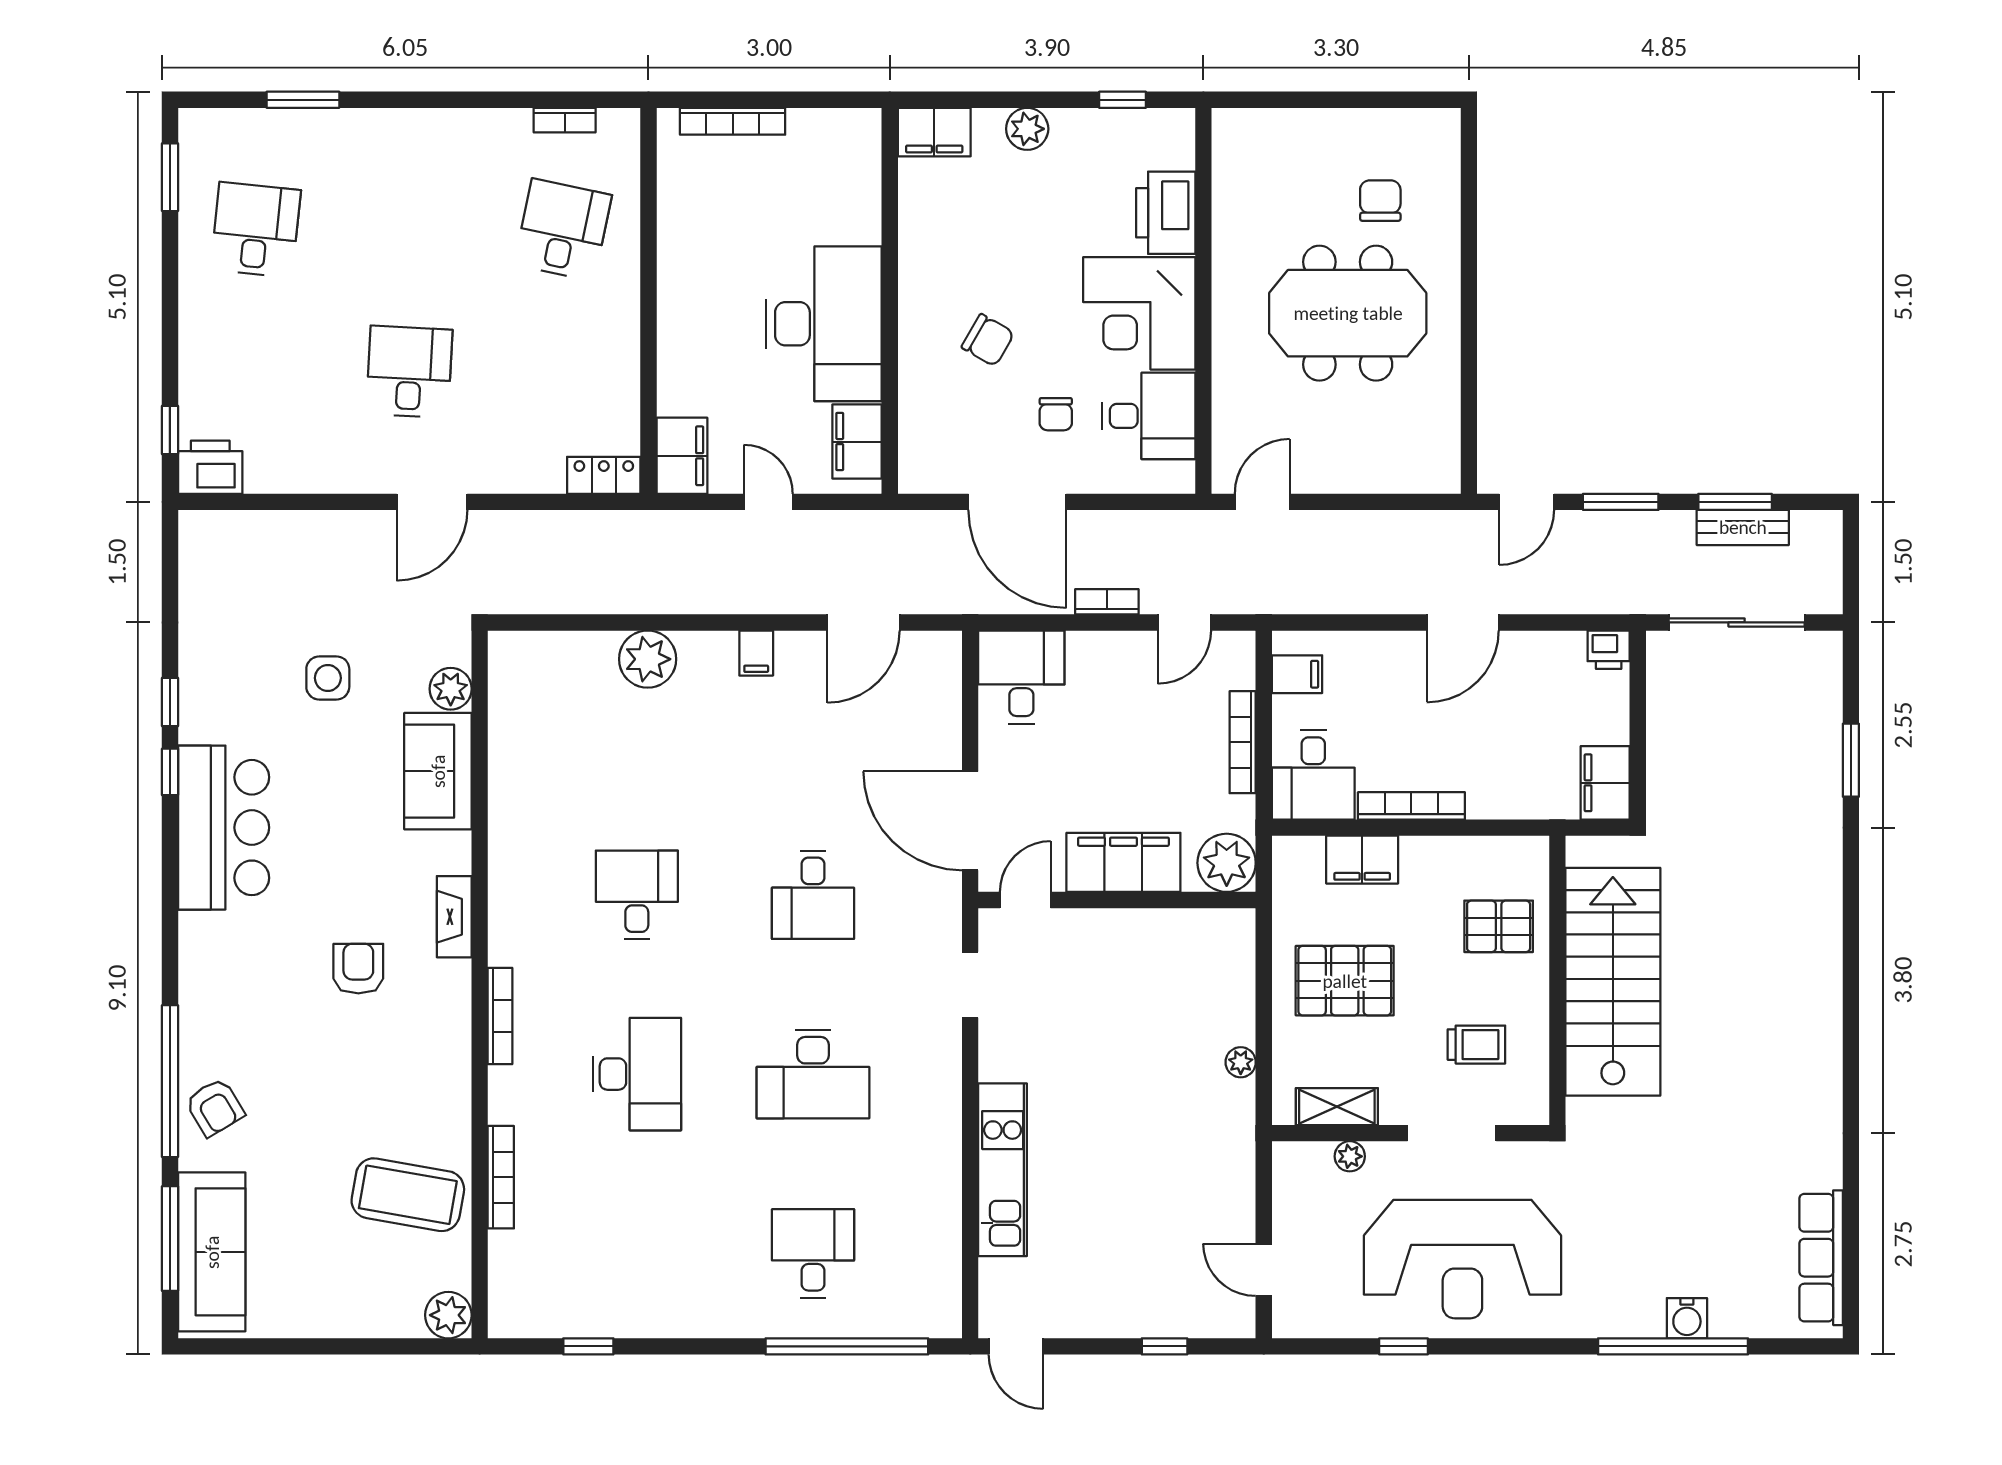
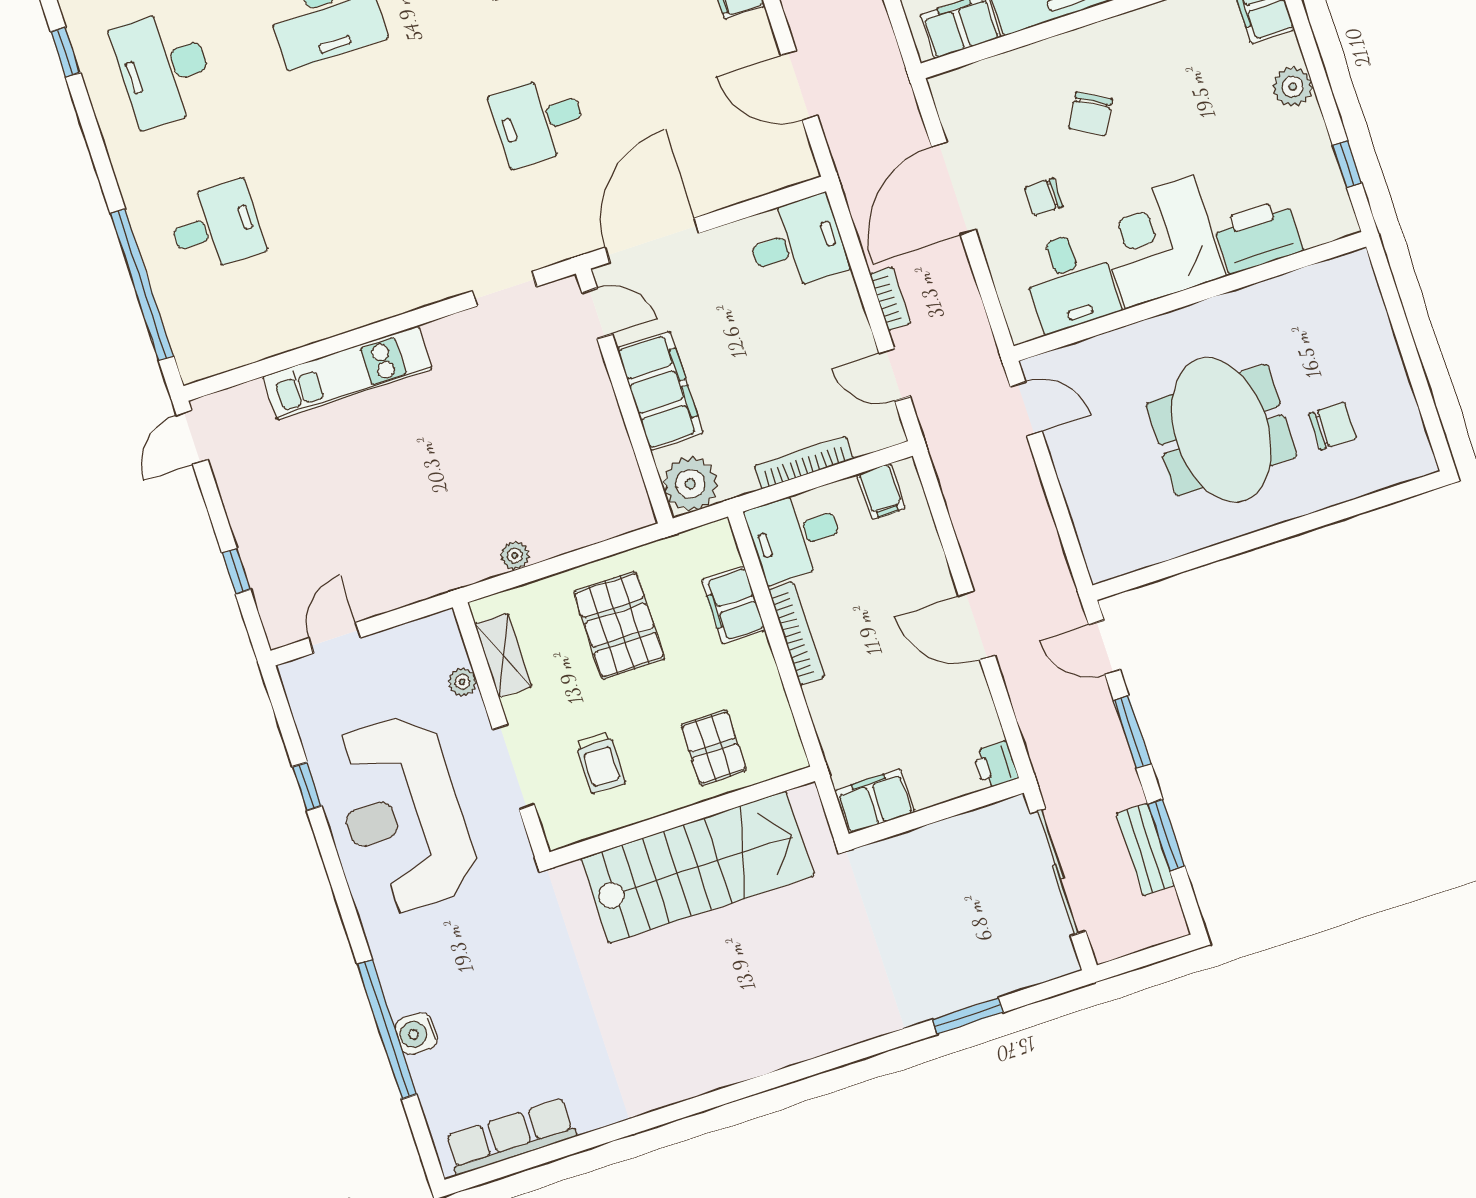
desk: (813, 1074) -> (164, 68), moved

